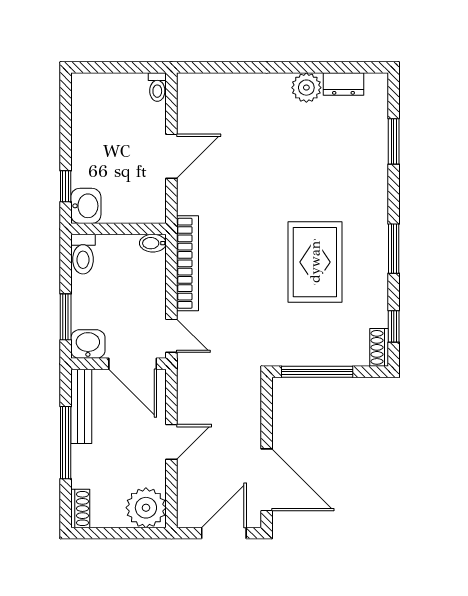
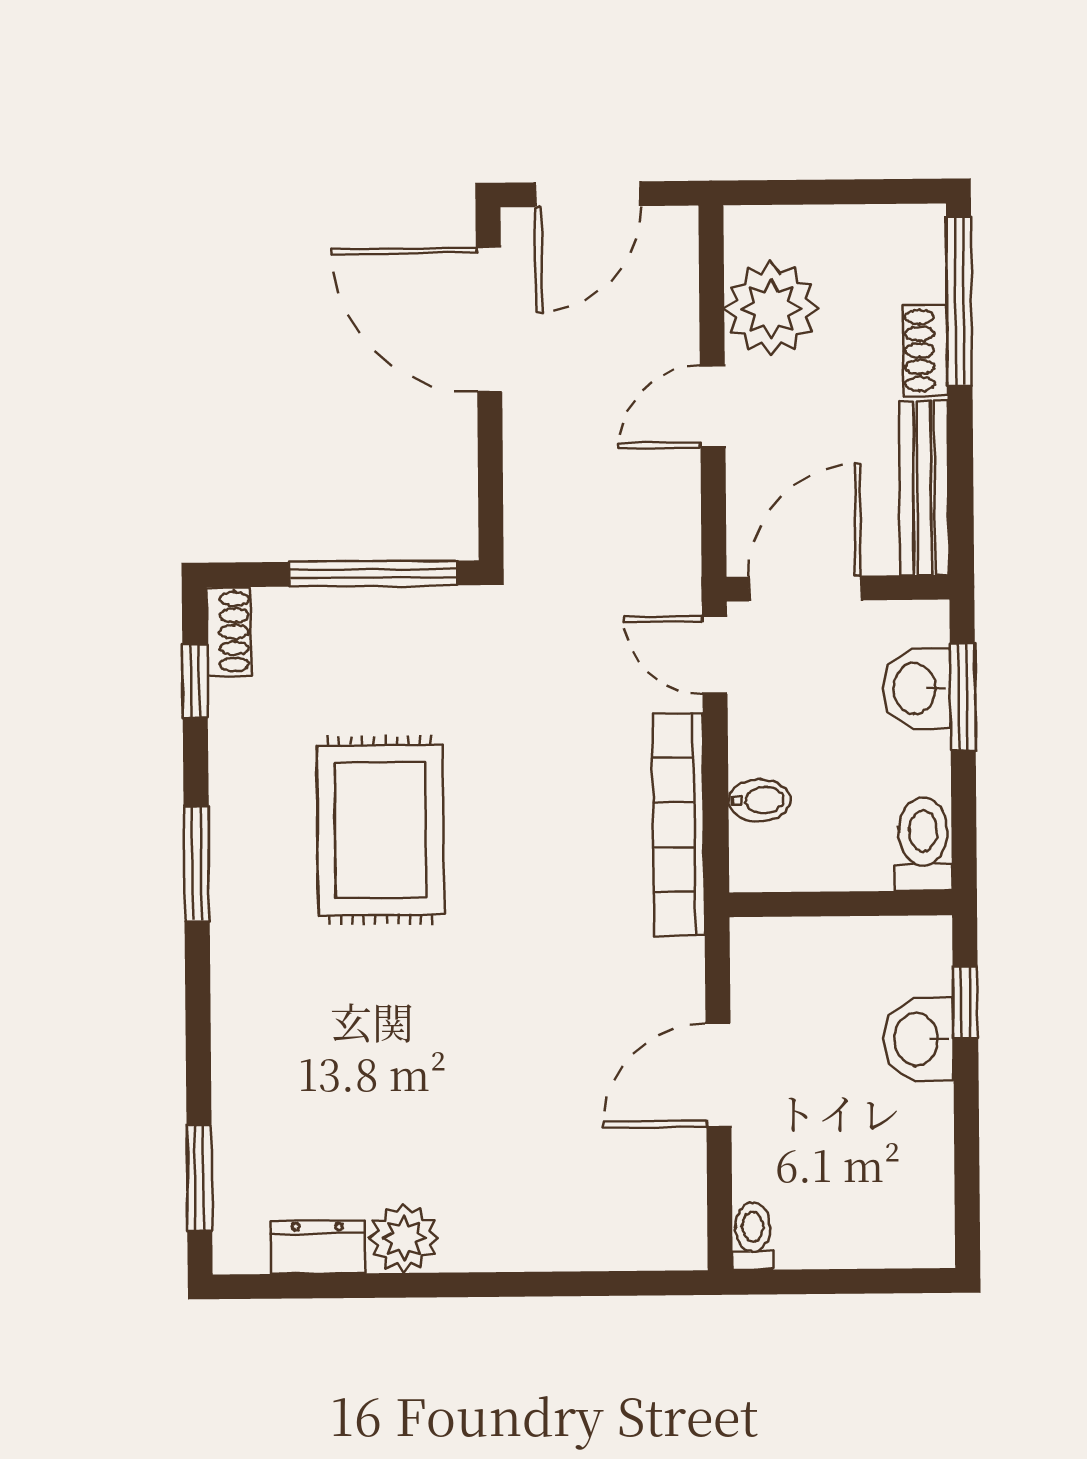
window: (394, 141) -> (199, 1178), moved
washbasin: (86, 206) -> (918, 1039), moved
bidet: (153, 243) -> (759, 800), moved
washbasin: (88, 344) -> (917, 688), moved, turned 90
door: (133, 364) -> (805, 588), hinge flipped
window: (66, 443) -> (959, 301), moved
plant: (146, 508) -> (771, 309), moved
shoe rack: (80, 509) -> (925, 350), moved

